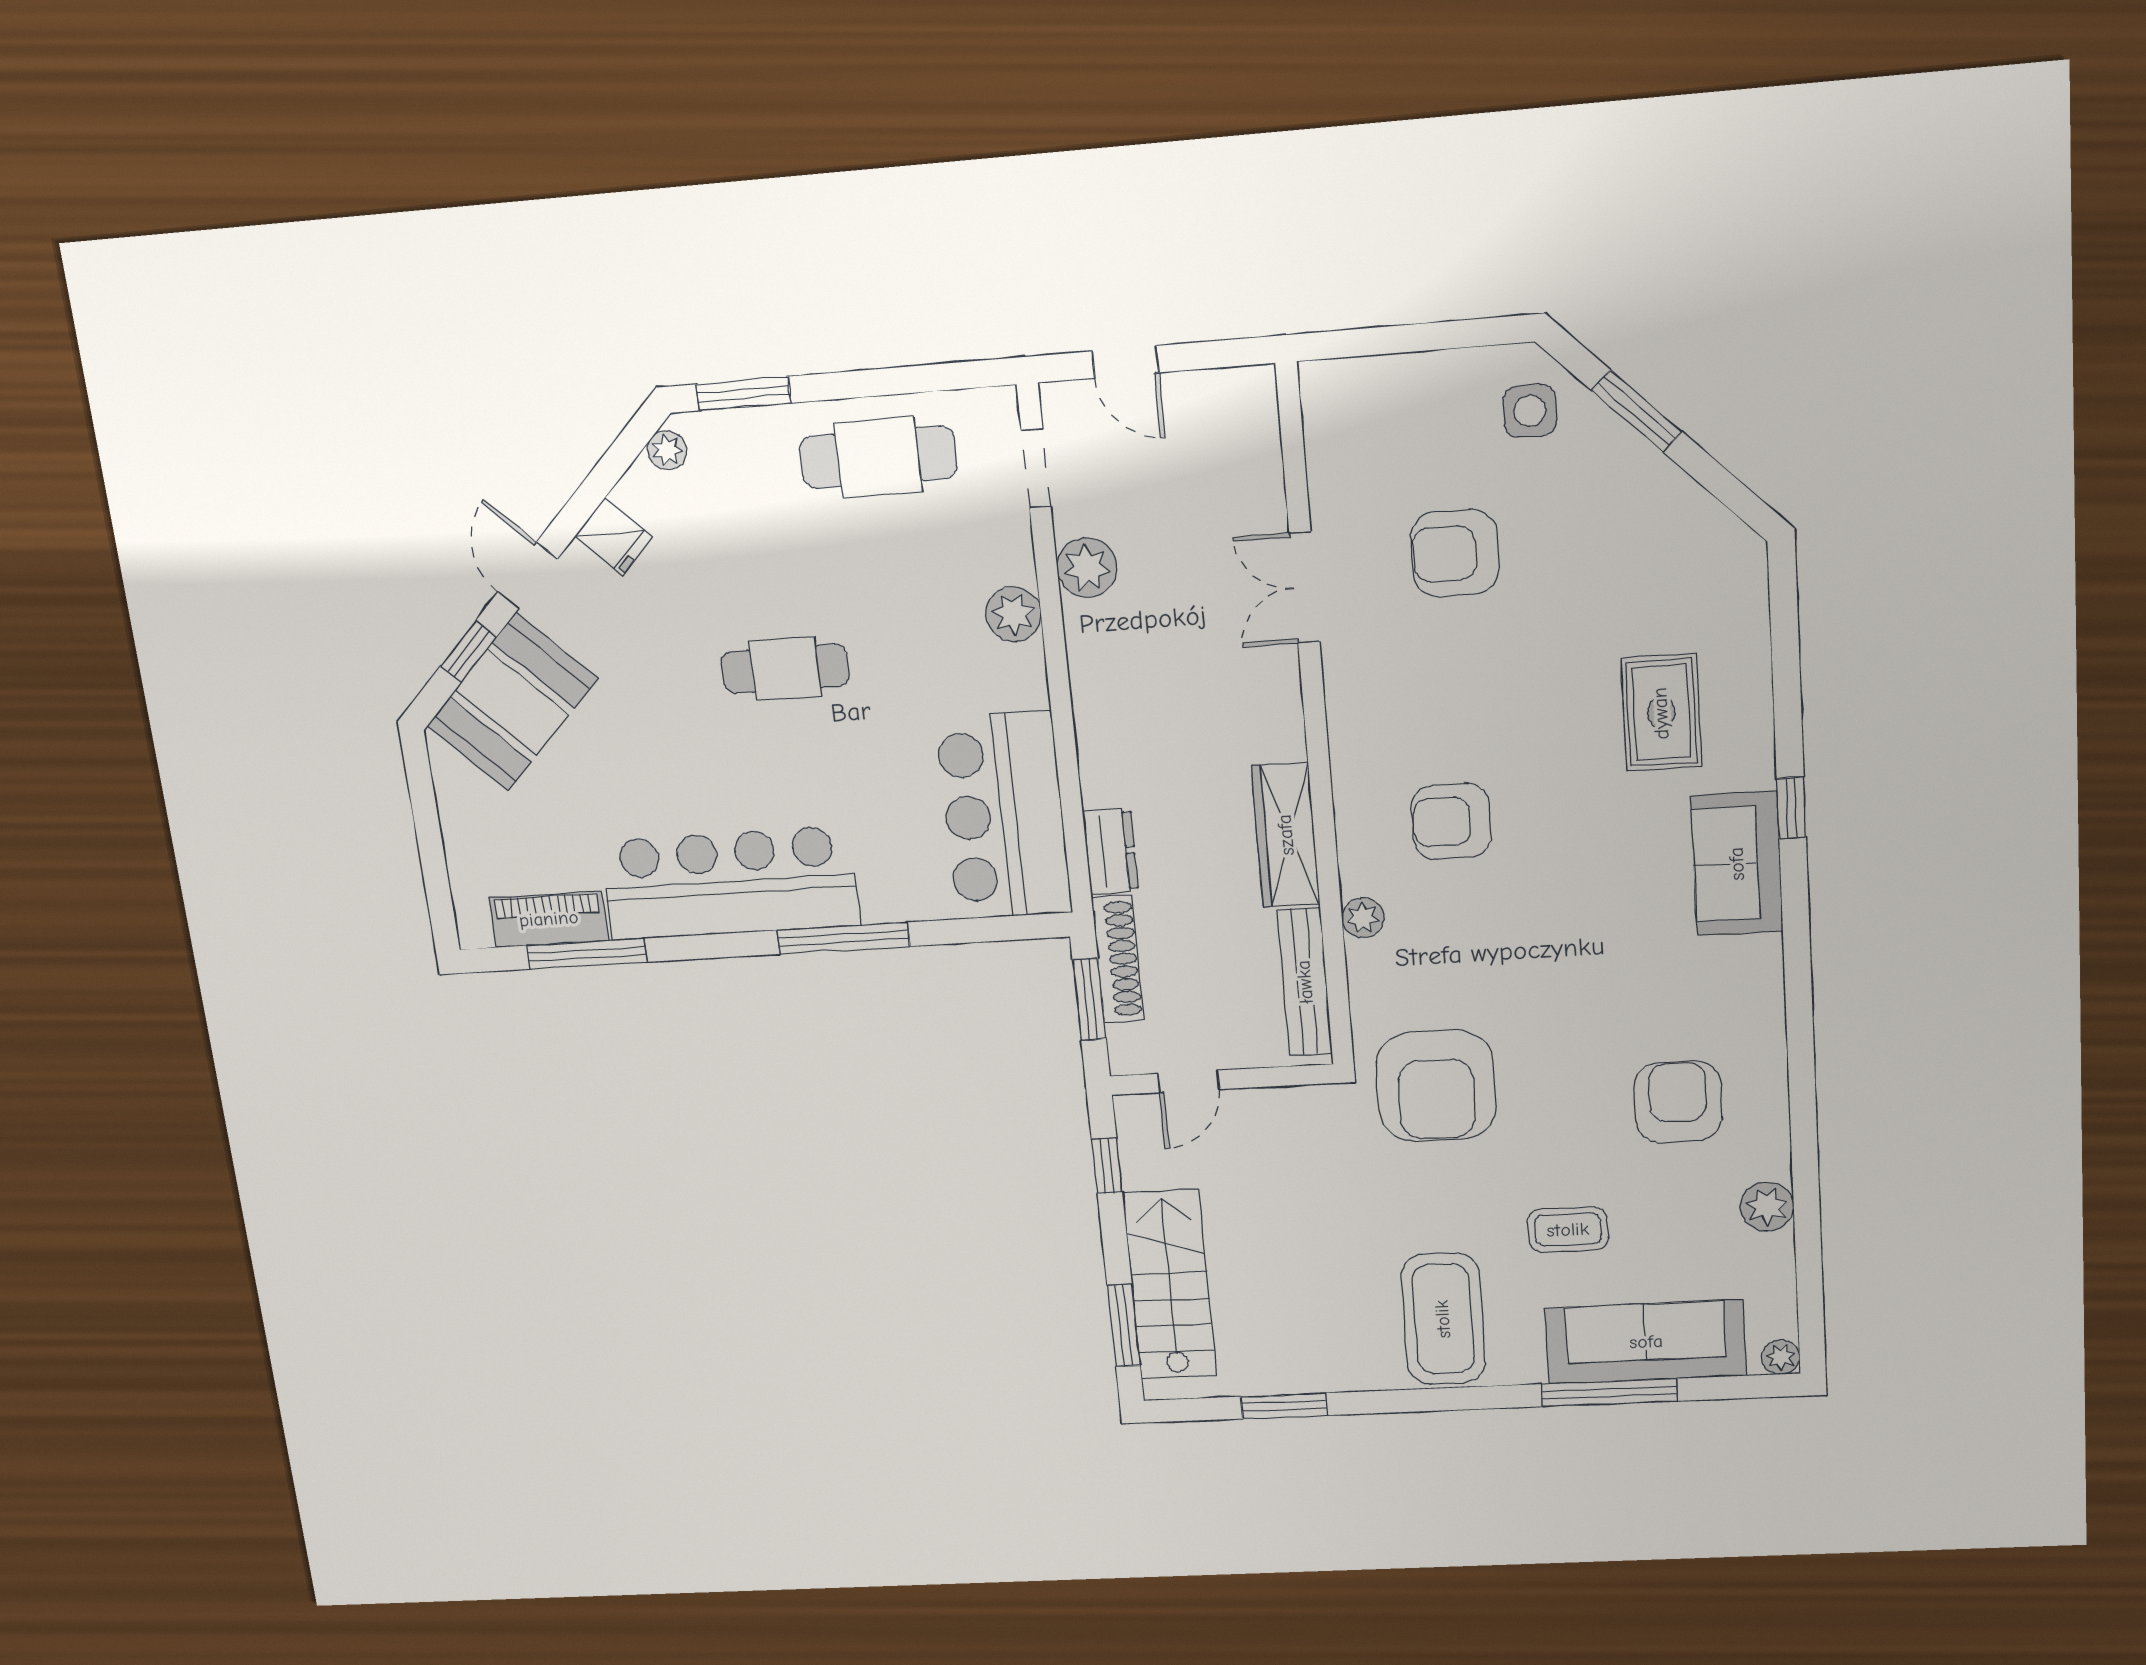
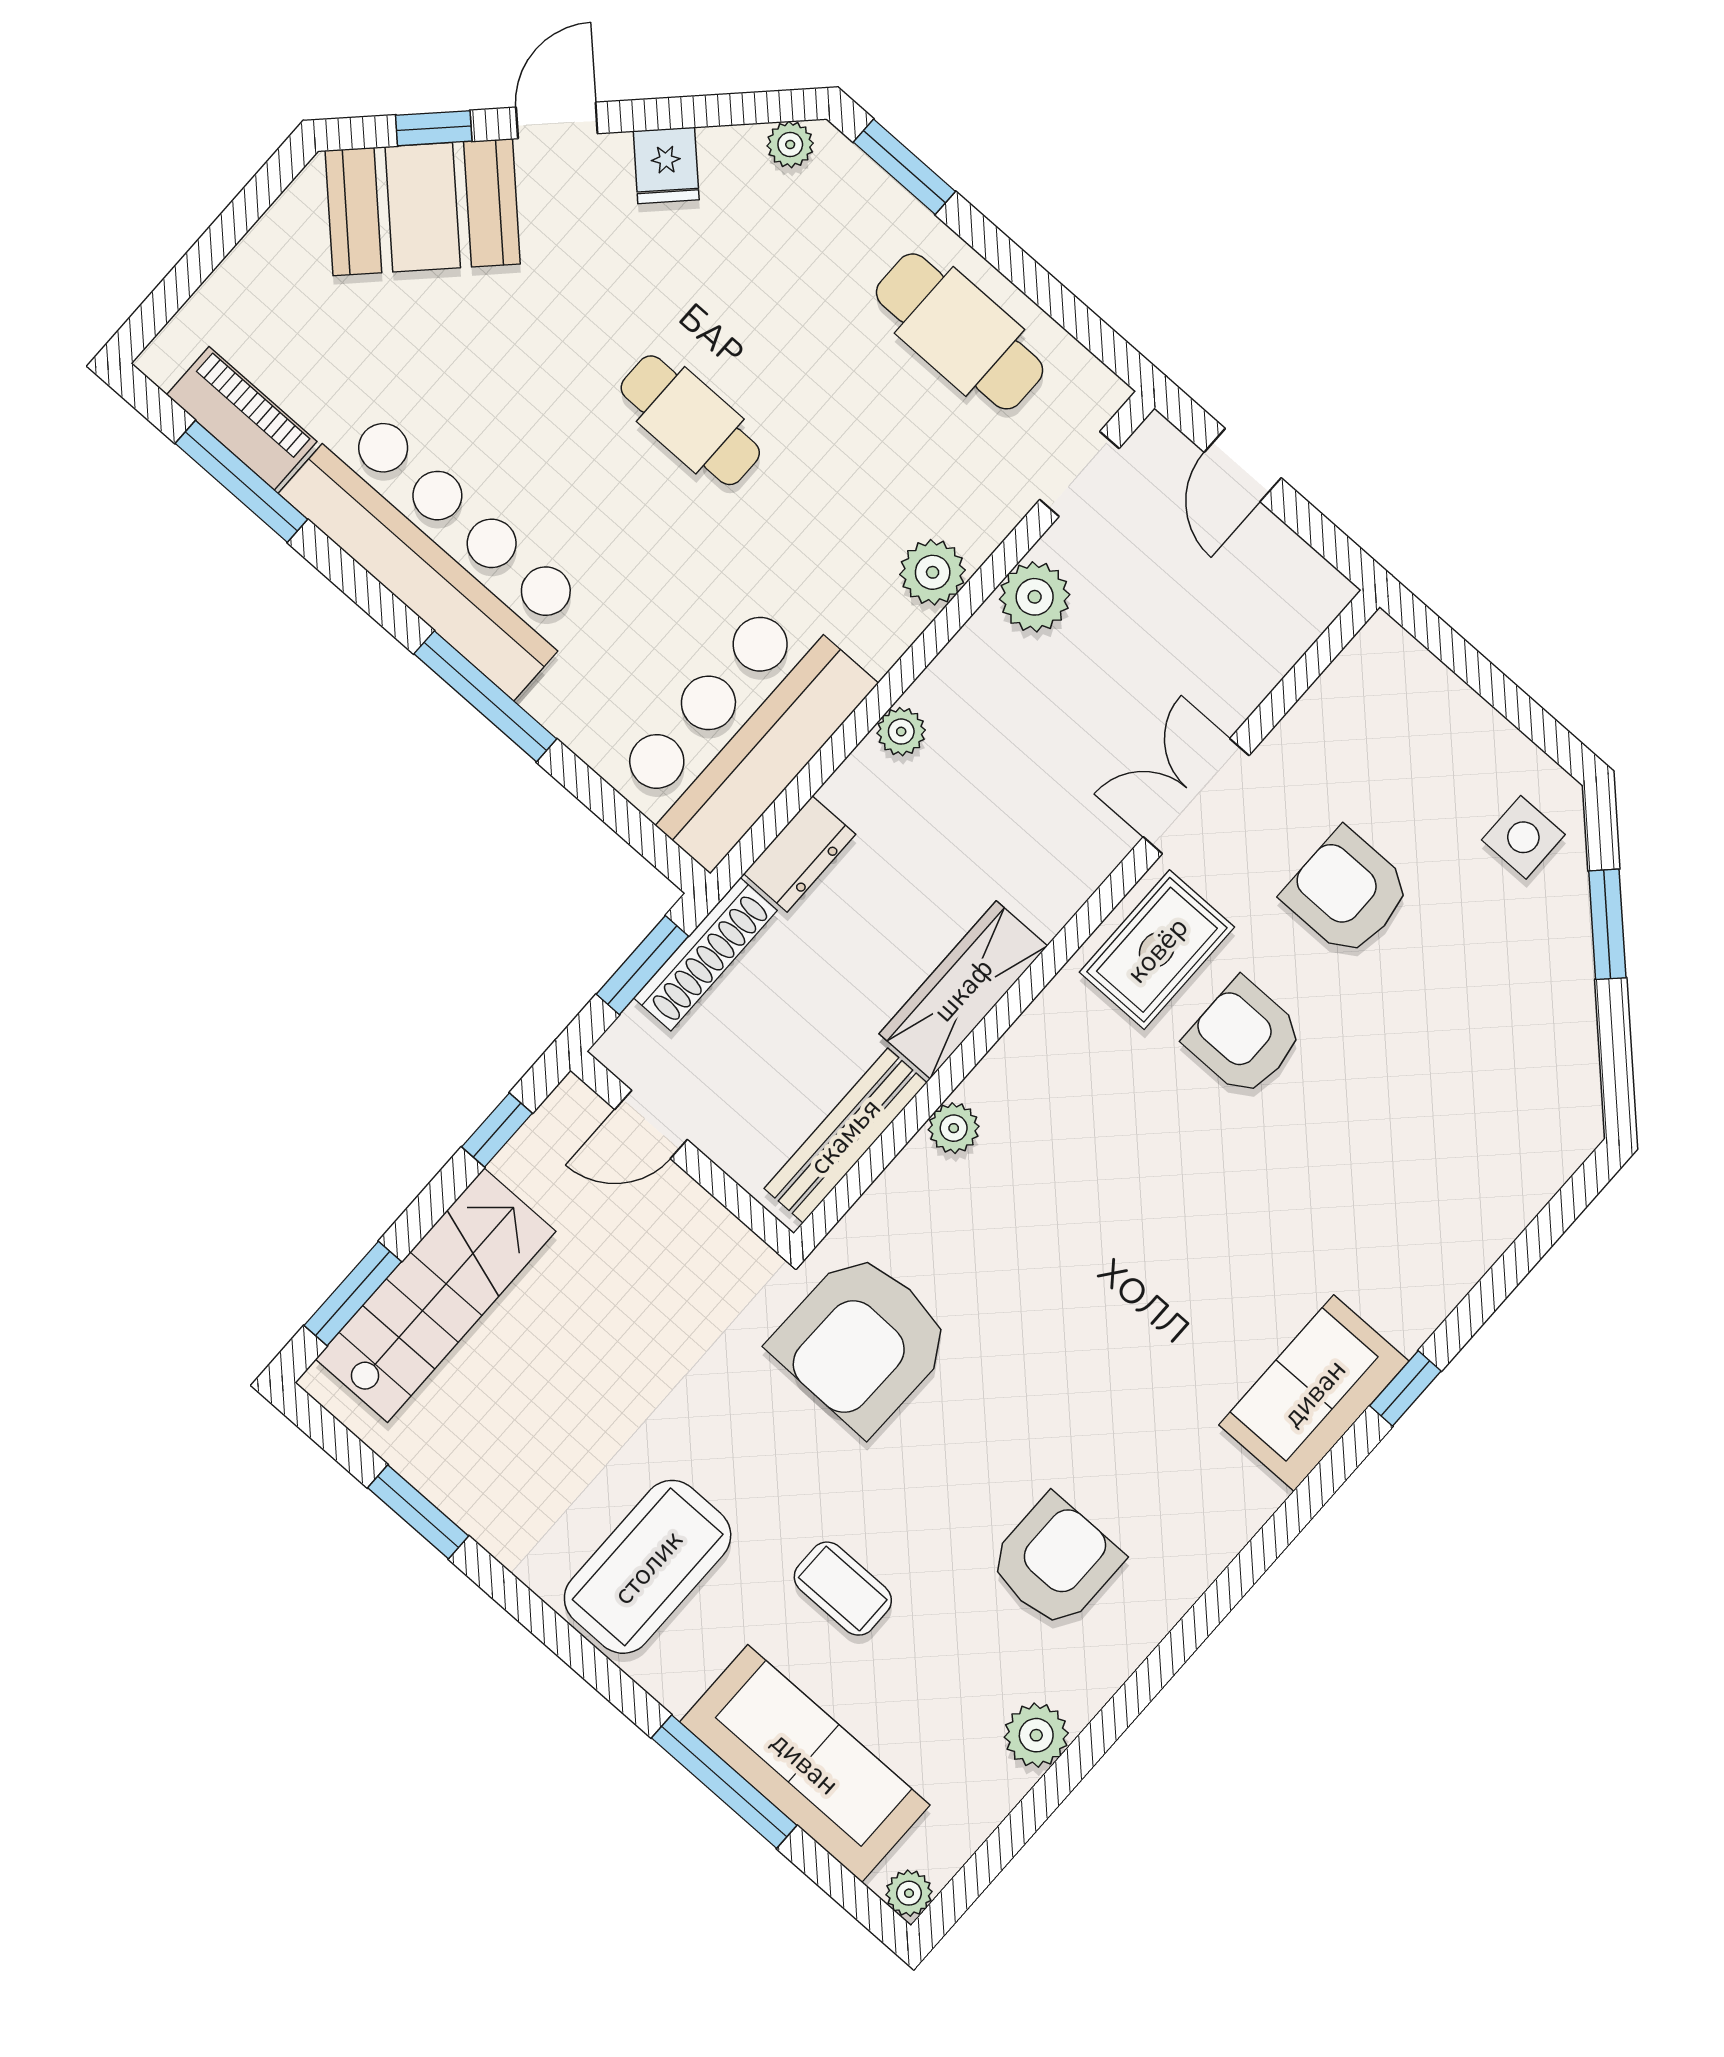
rug: (1661, 713) -> (1157, 950), moved
plant: (1093, 724) -> (901, 732), added
armchair: (1451, 821) -> (1244, 1037), moved

